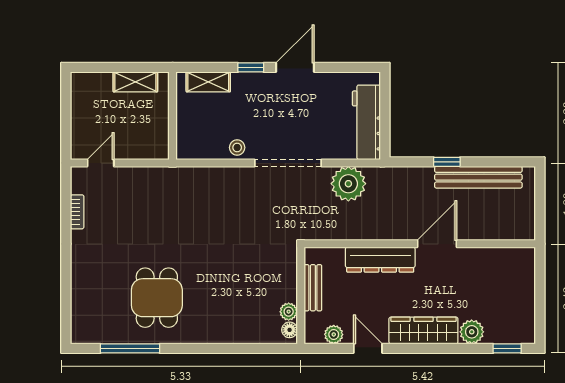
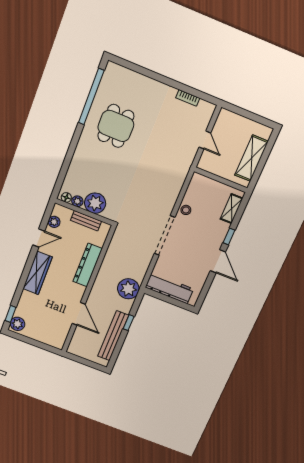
shelving: (135, 82) -> (251, 158), width x1.50, depth x1.33
door: (101, 163) -> (205, 140), moved
plant: (348, 184) -> (128, 289), moved
door: (437, 244) -> (79, 314), moved
plant: (281, 285) -> (95, 203), added
dining table: (157, 298) -> (116, 126), turned 90
plant: (472, 332) -> (17, 324), moved
window: (130, 348) -> (91, 97), width x1.46

